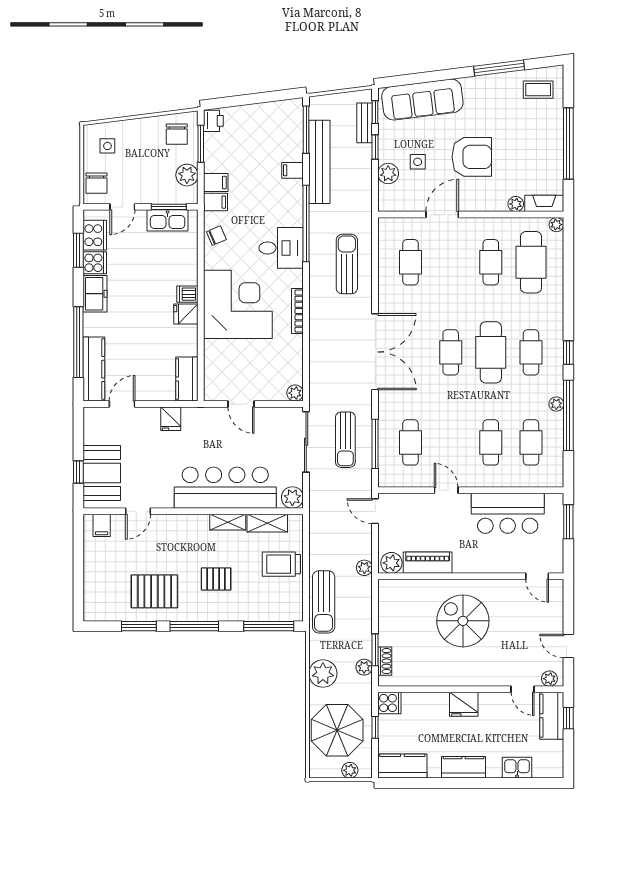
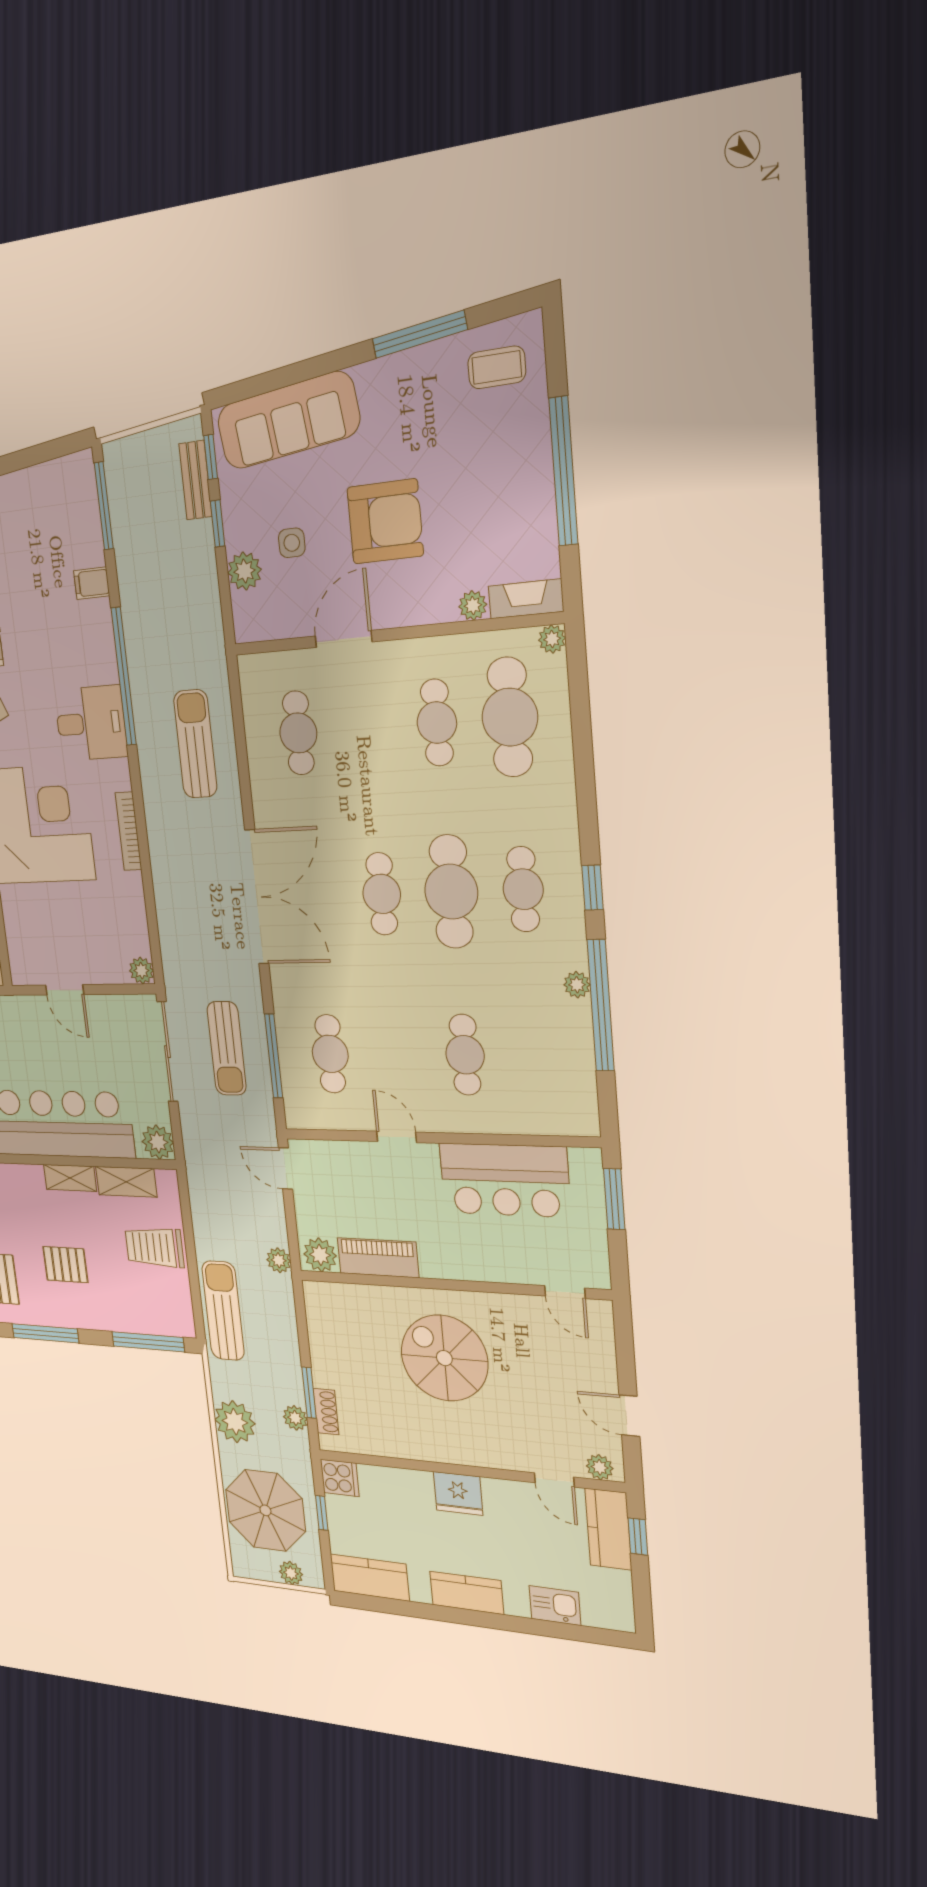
bench: (319, 162) -> (131, 563), removed
cafe table: (531, 442) -> (536, 1055), removed
sun lounger: (324, 602) -> (223, 1311), turned 180

